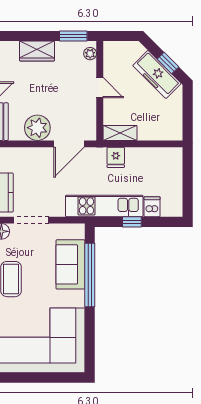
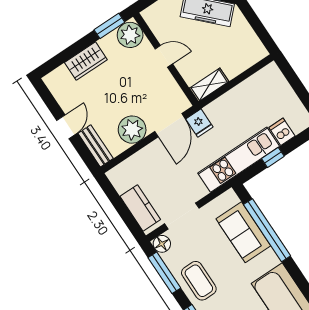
plant: (90, 54) -> (130, 35), width x1.87, depth x1.87
fridge: (116, 157) -> (199, 123), moved

